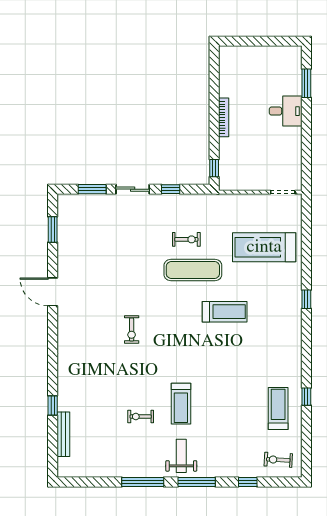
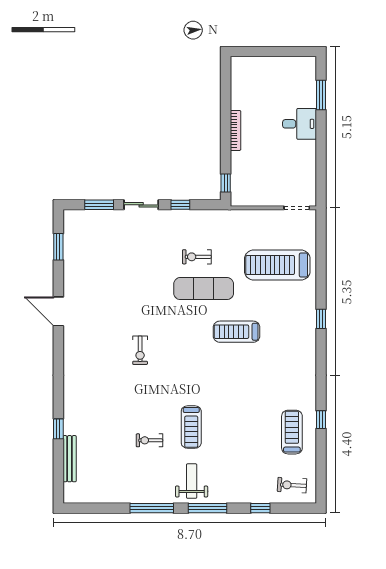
exercise bike: (186, 239) -> (197, 257), turned 180
treadmill: (225, 312) -> (237, 332), turned 180

